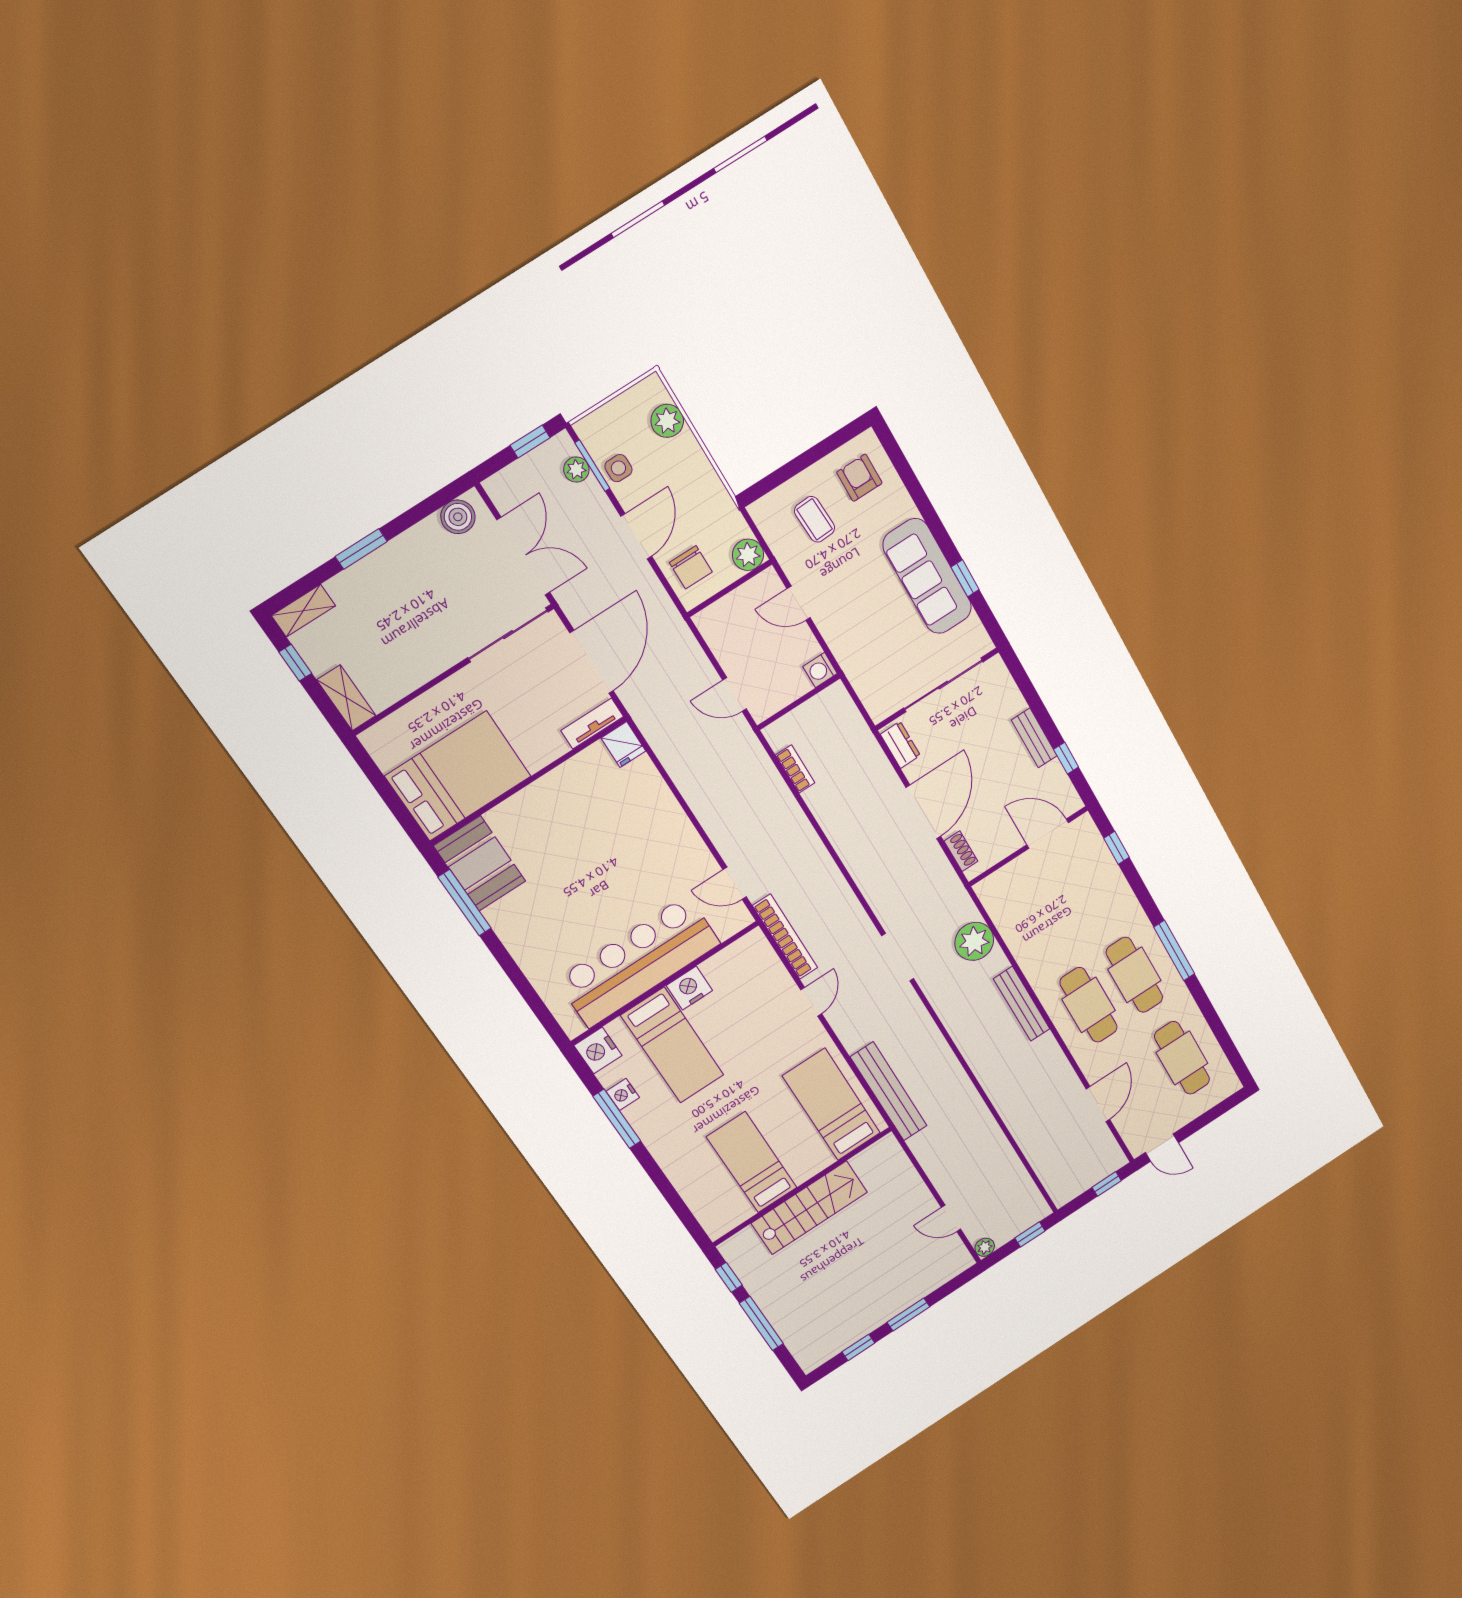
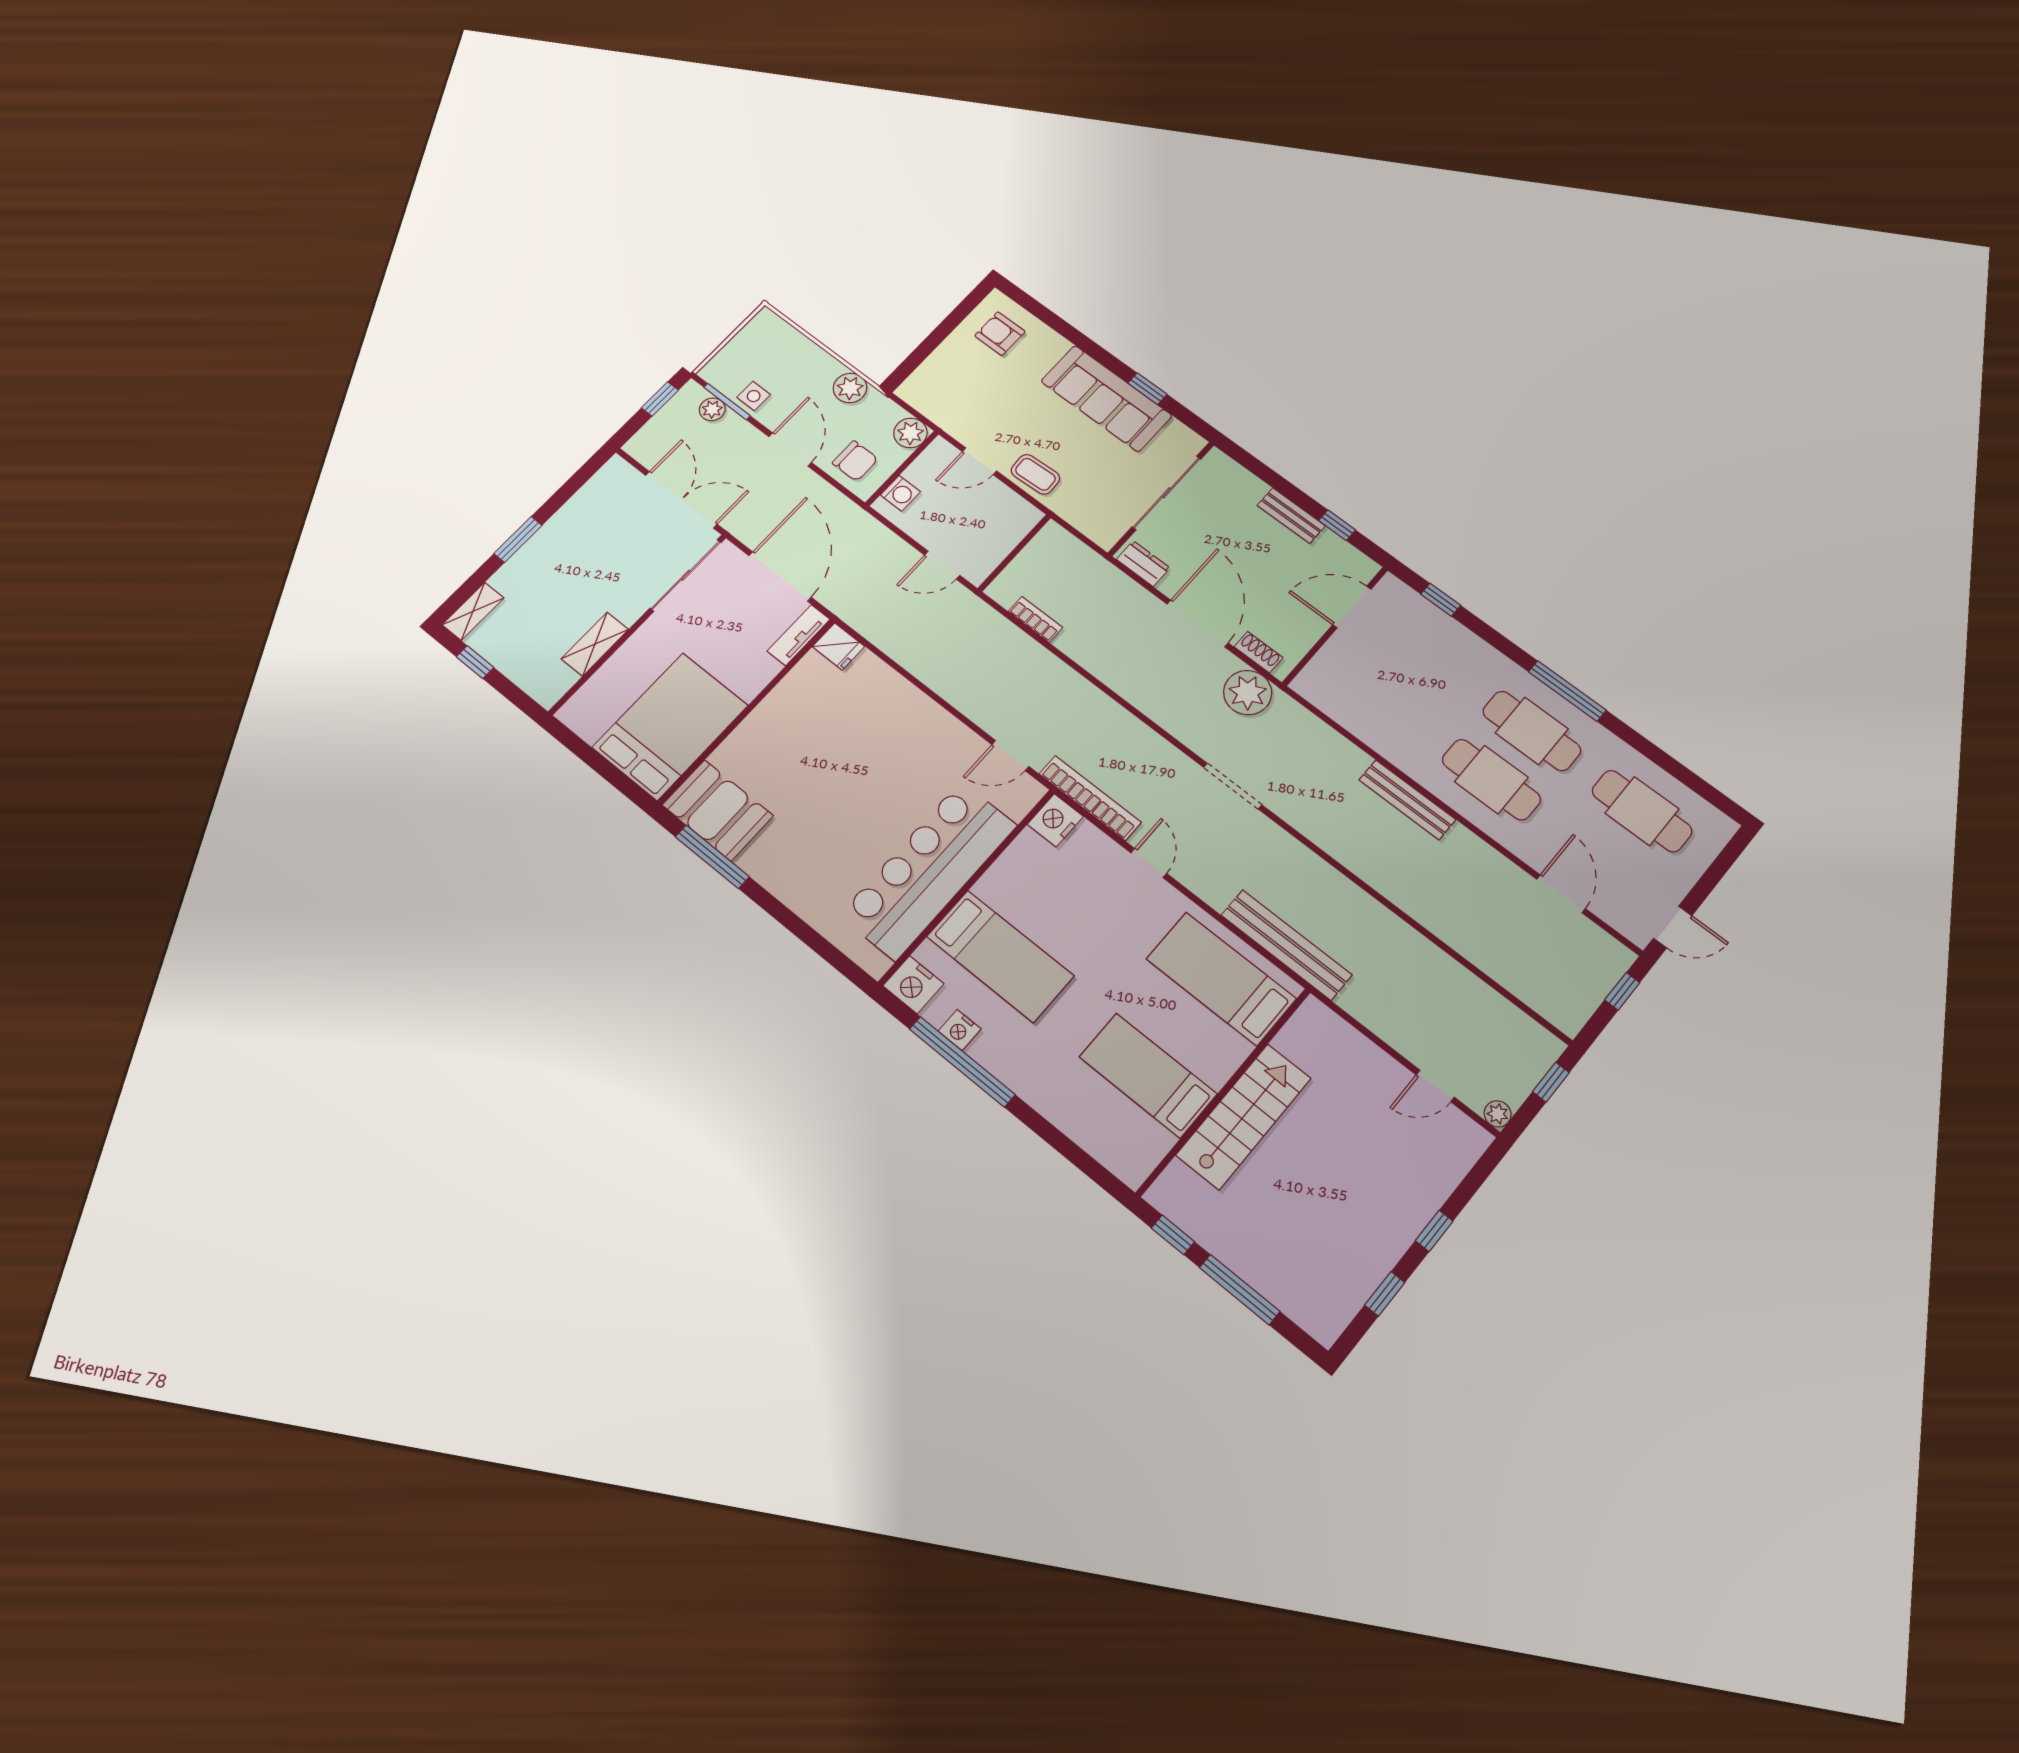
plant: (667, 421) -> (850, 388), moved
boiler: (458, 517) -> (606, 484), removed
coffee table: (815, 519) -> (1035, 474), moved
washing machine: (820, 670) -> (900, 493), moved, turned -90
shelving: (346, 698) -> (595, 644), moved, turned 90
plant: (974, 941) -> (1248, 693), moved
nightstand: (689, 988) -> (1055, 820), moved
window: (617, 1119) -> (962, 1062), width x1.46
window: (908, 1315) -> (1434, 1231), width x0.67

